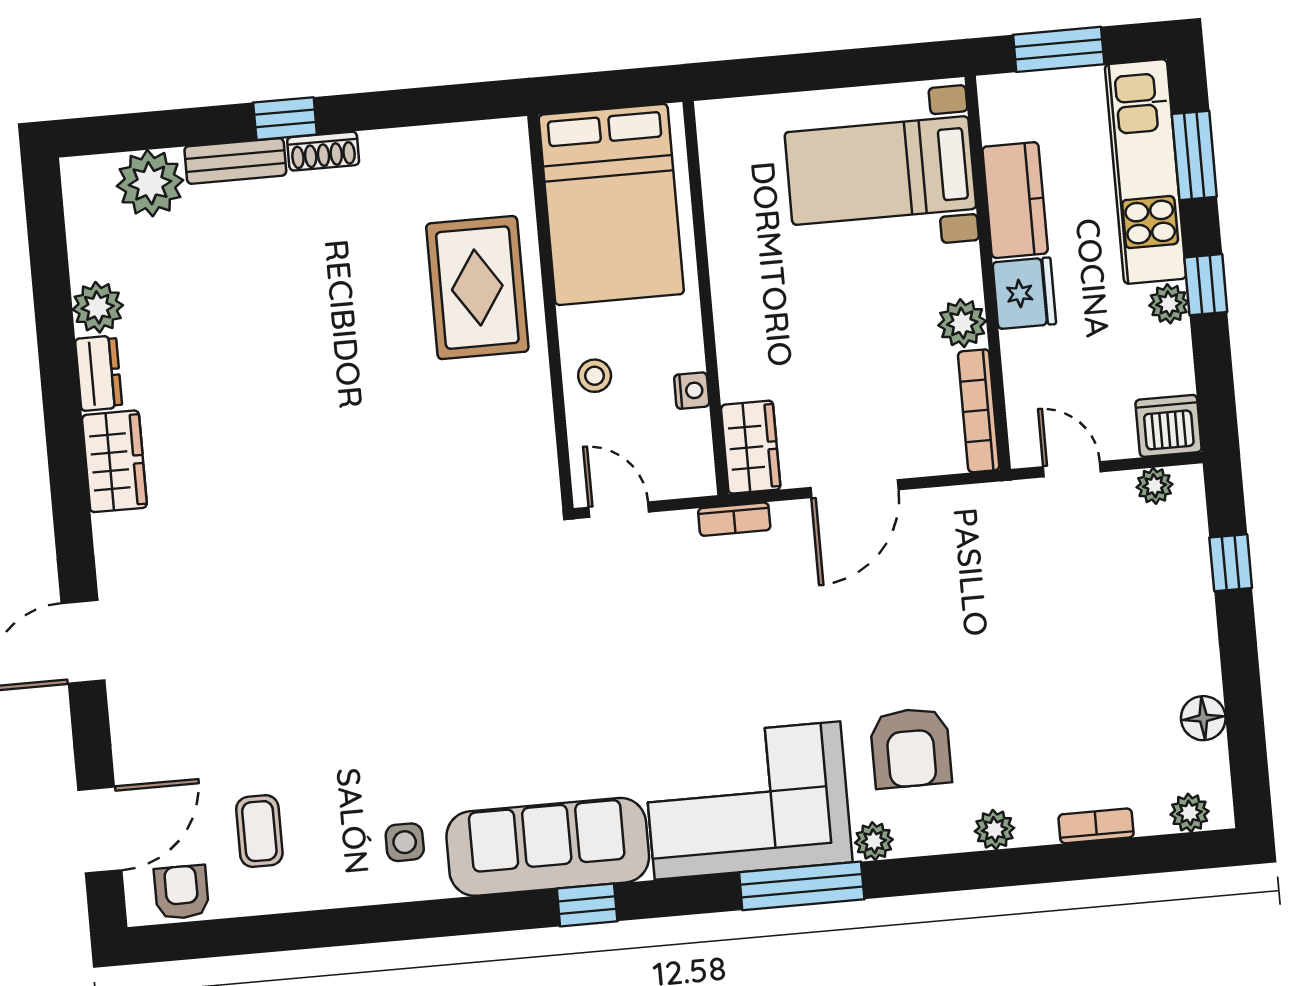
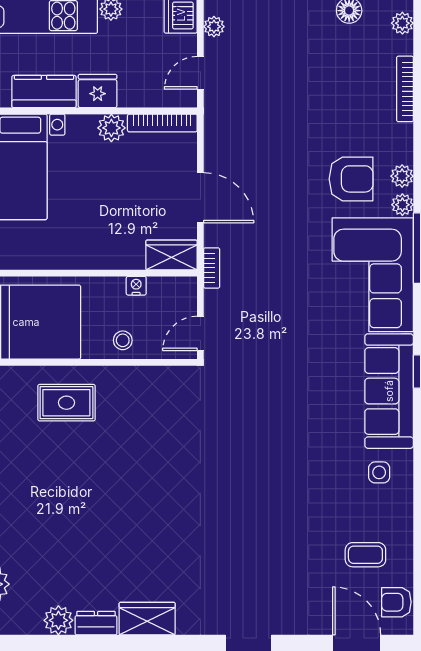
rug: (477, 288) -> (66, 403), width x0.73, depth x0.70
bookcase: (1096, 826) -> (405, 89), width x1.56
plant: (994, 830) -> (402, 176), moved

